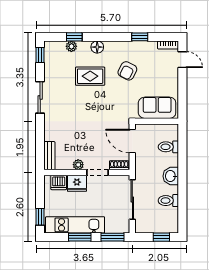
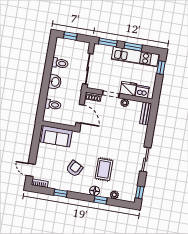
window: (74, 37) -> (101, 200), moved
rug: (90, 76) -> (104, 169), turned 90

